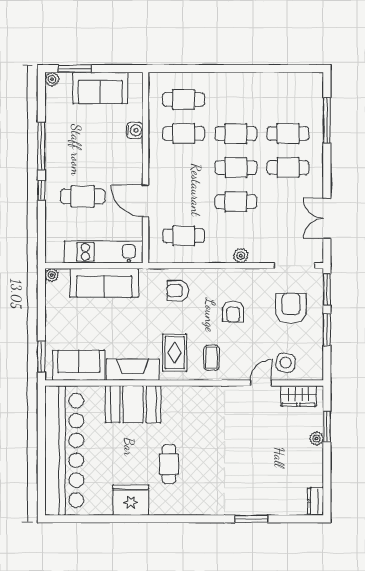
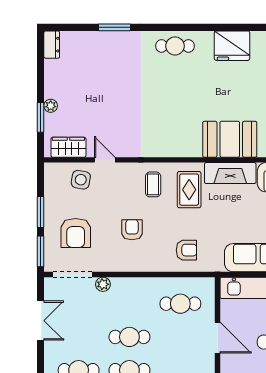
plant: (241, 256) -> (103, 284), moved
door: (261, 383) -> (105, 160), swing flipped
cafe table: (169, 464) -> (175, 46), moved, turned 90

